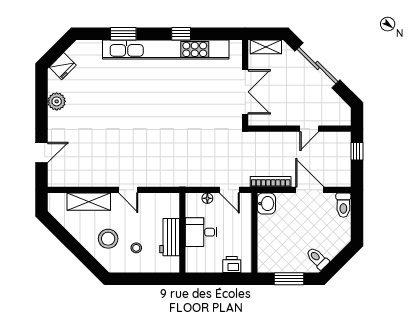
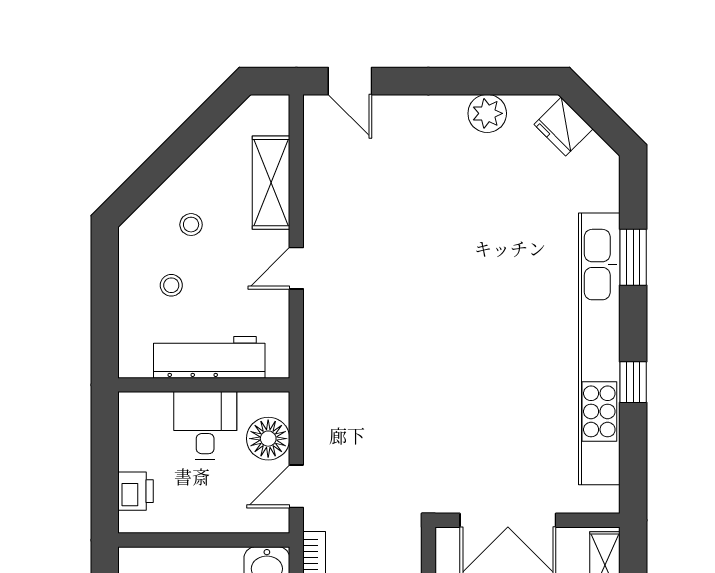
door: (42, 152) -> (350, 81), moved
floor lamp: (207, 198) -> (268, 439), width x1.89, depth x1.89
workbench: (170, 237) -> (209, 357), width x1.38
stool: (108, 239) -> (191, 225), width x0.53, depth x0.53

